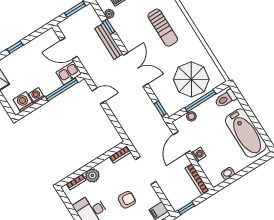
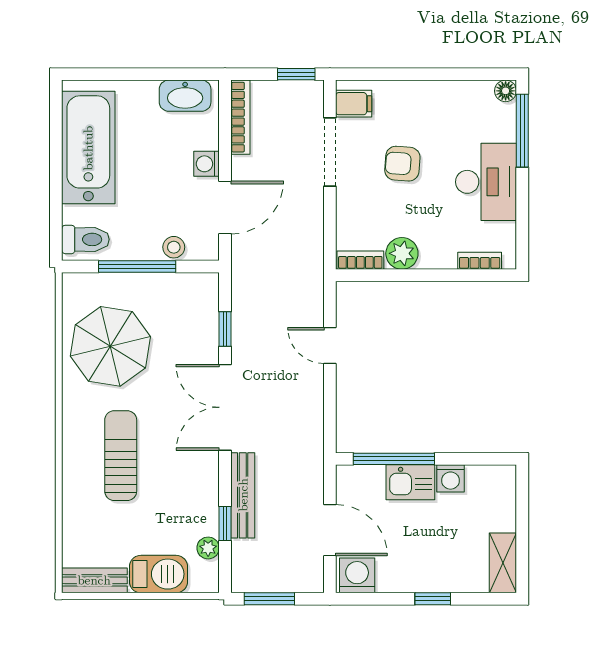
kitchen sink: (69, 73) -> (410, 482), moved
parasol: (191, 79) -> (110, 346), moved
door: (99, 96) -> (330, 346), moved
washing machine: (23, 102) -> (357, 575), moved, turned 180
window: (160, 109) -> (225, 329), moved
doorway: (146, 171) -> (330, 152), moved
washbasin: (228, 173) -> (185, 96), width x1.91, depth x1.45
plant: (92, 175) -> (402, 253), moved

